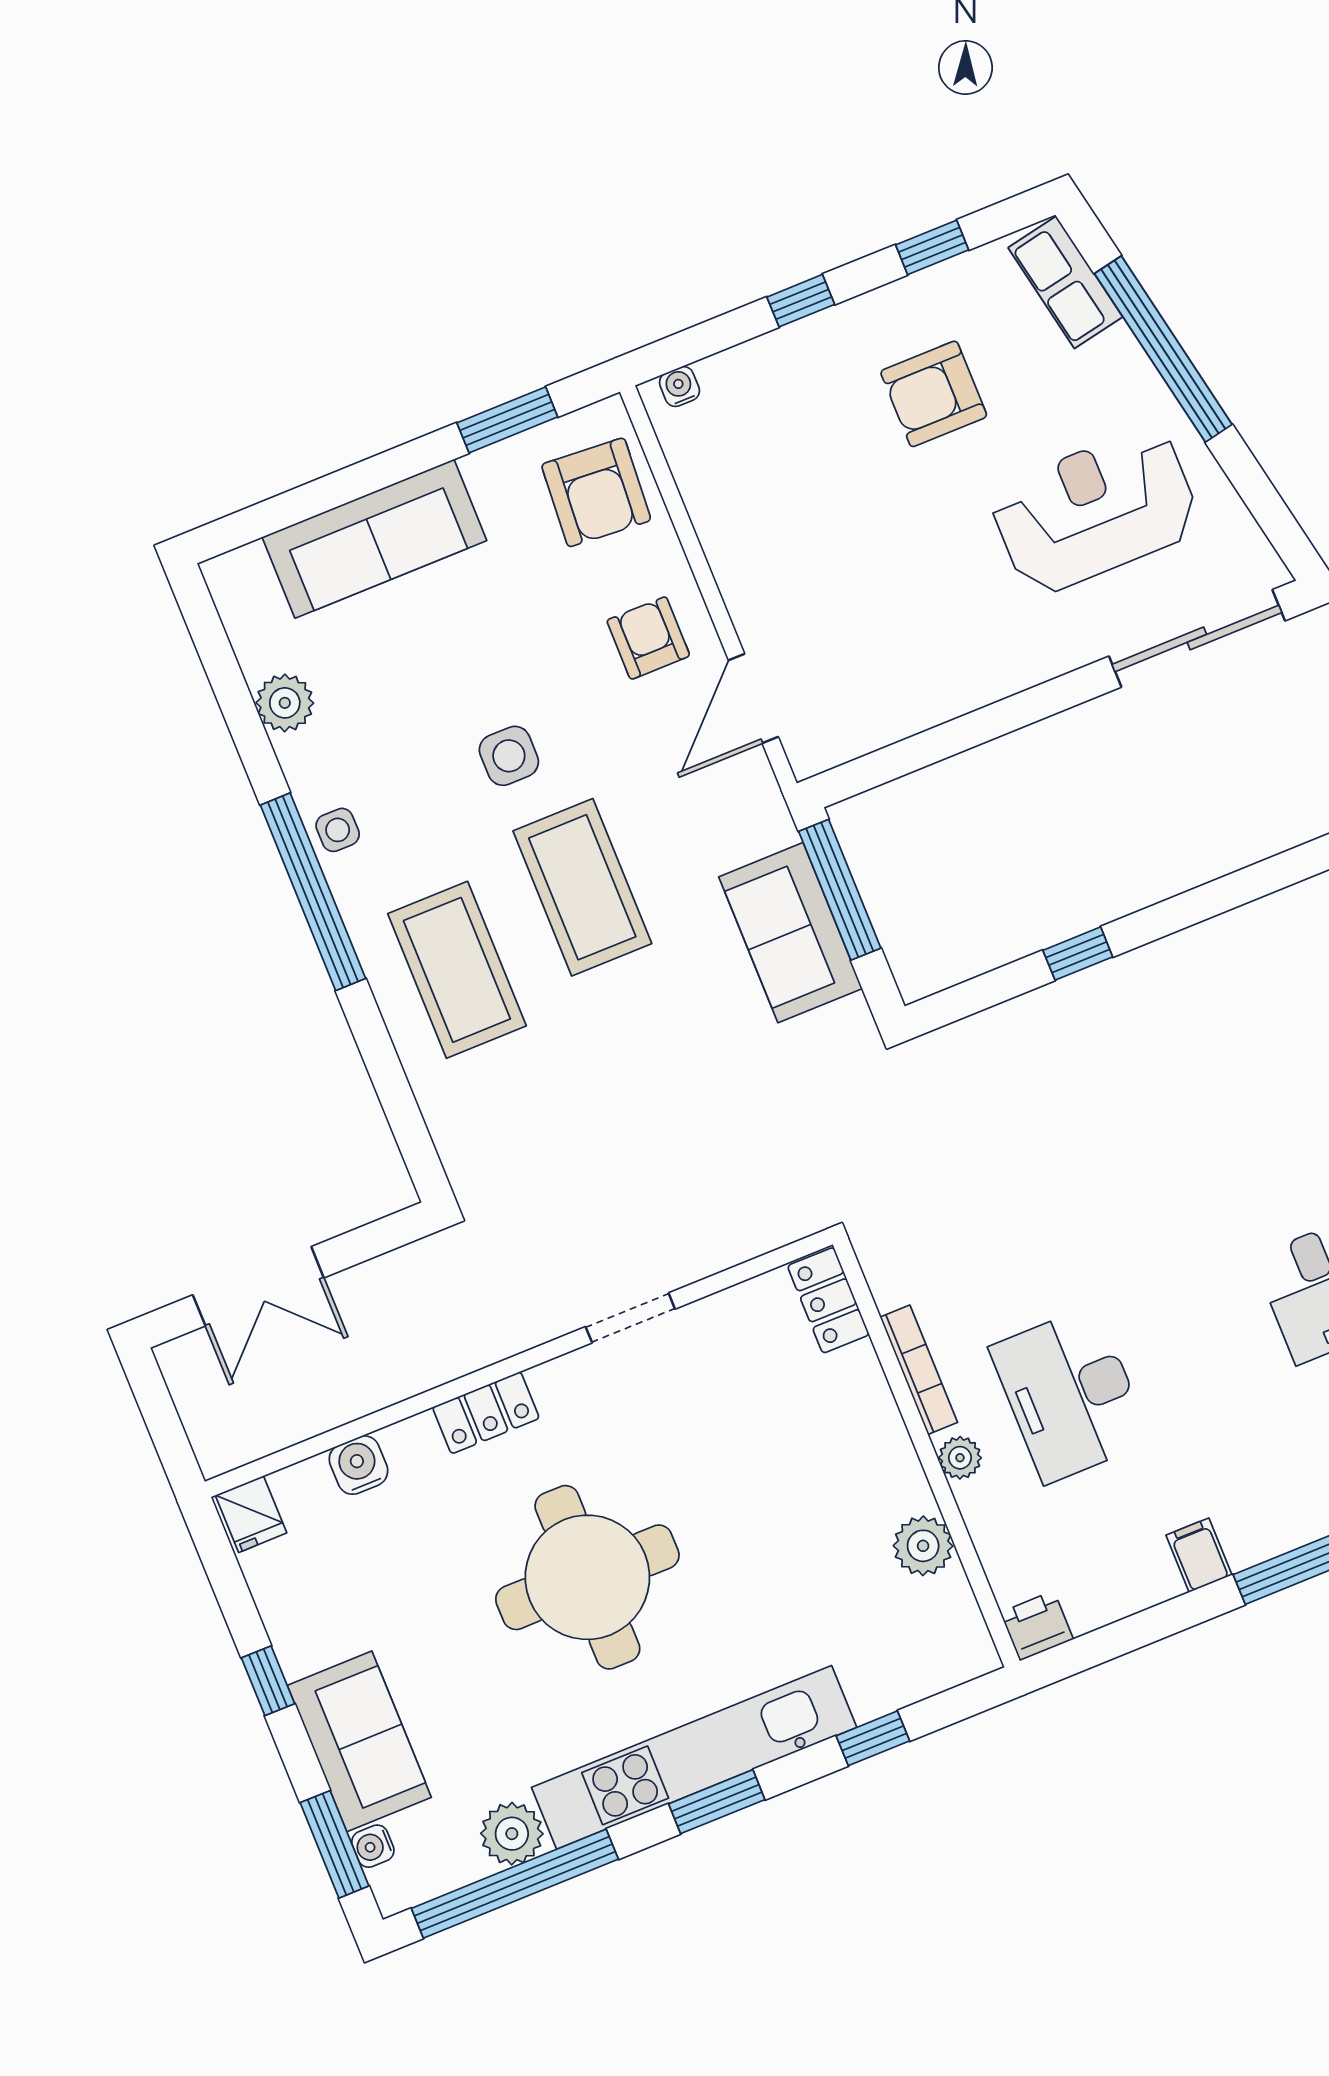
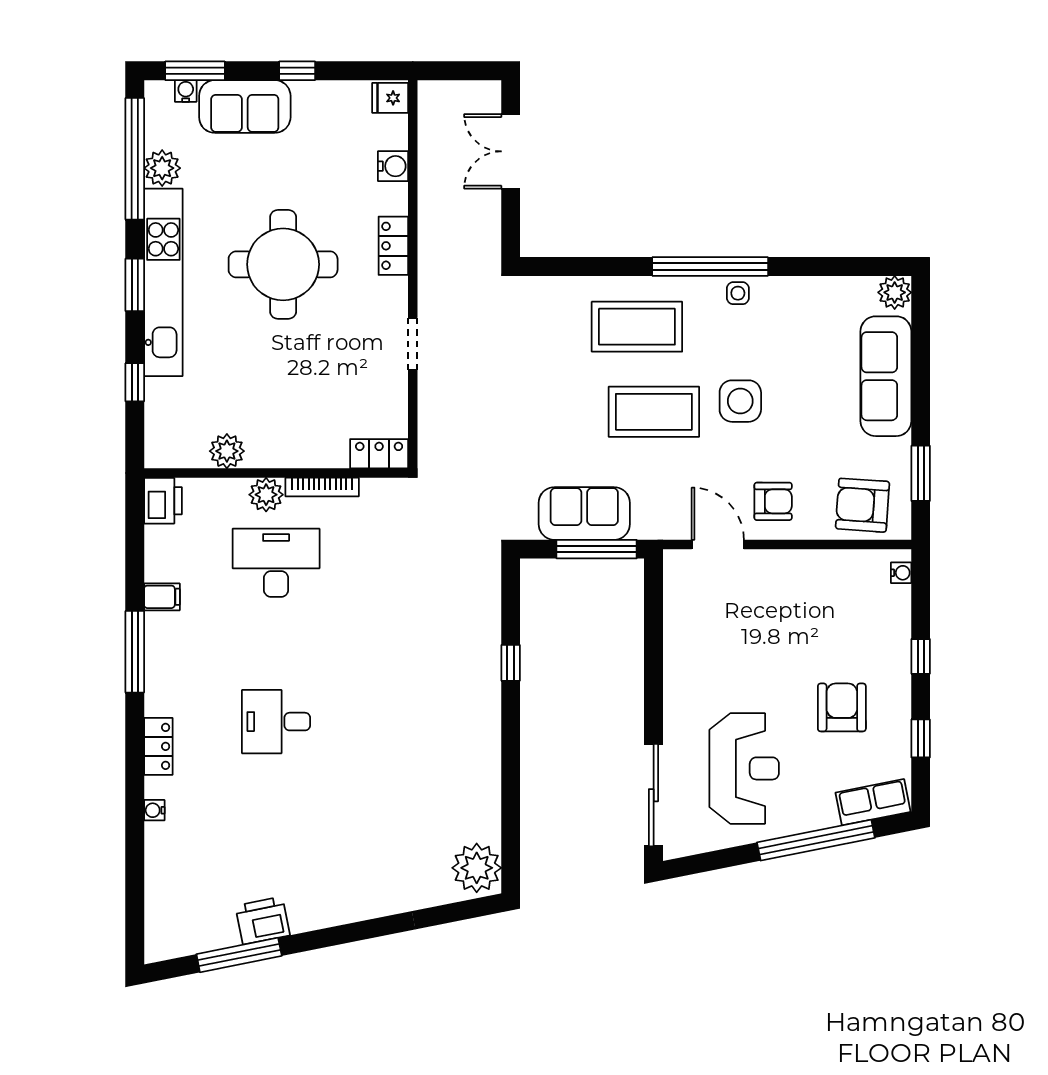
plant: (285, 703) -> (895, 292), moved
side table: (509, 756) -> (740, 401), width x1.37, depth x1.37
plant: (960, 1458) -> (266, 495), width x1.38, depth x1.38
printer: (1037, 1626) -> (163, 501), width x1.36, depth x1.24

